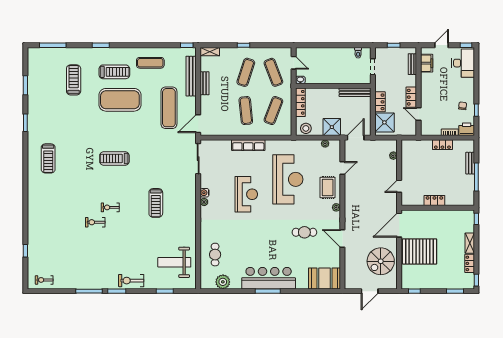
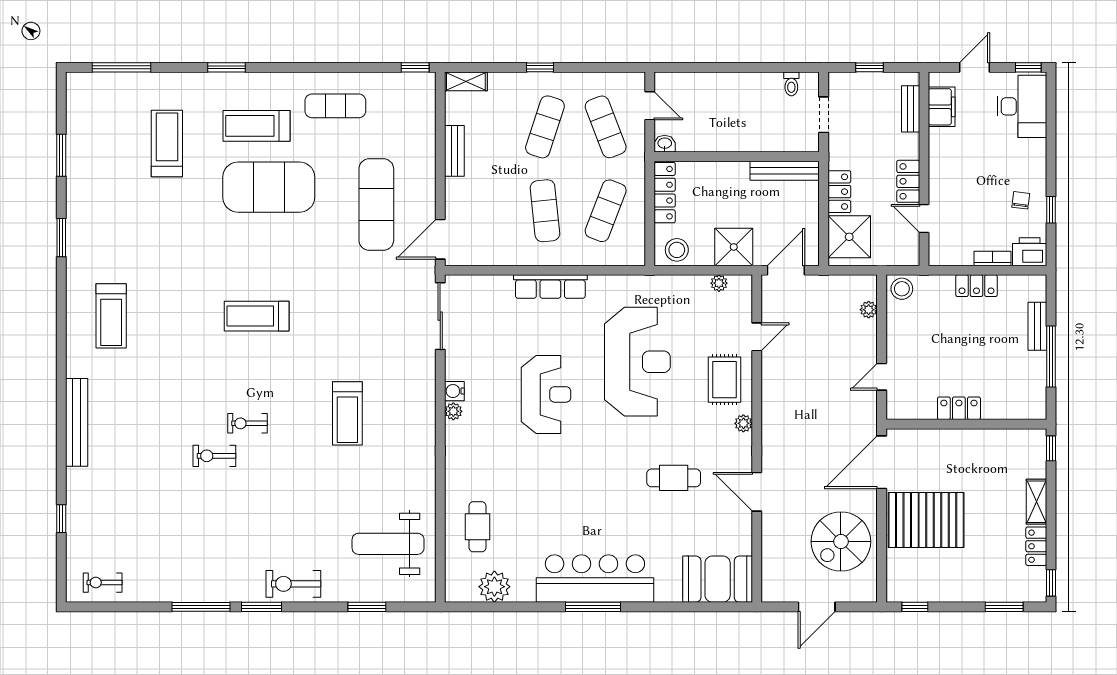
treadmill: (114, 72) -> (257, 126), turned 180
bench: (191, 76) -> (77, 422), moved
stool: (408, 146) -> (902, 289), added

